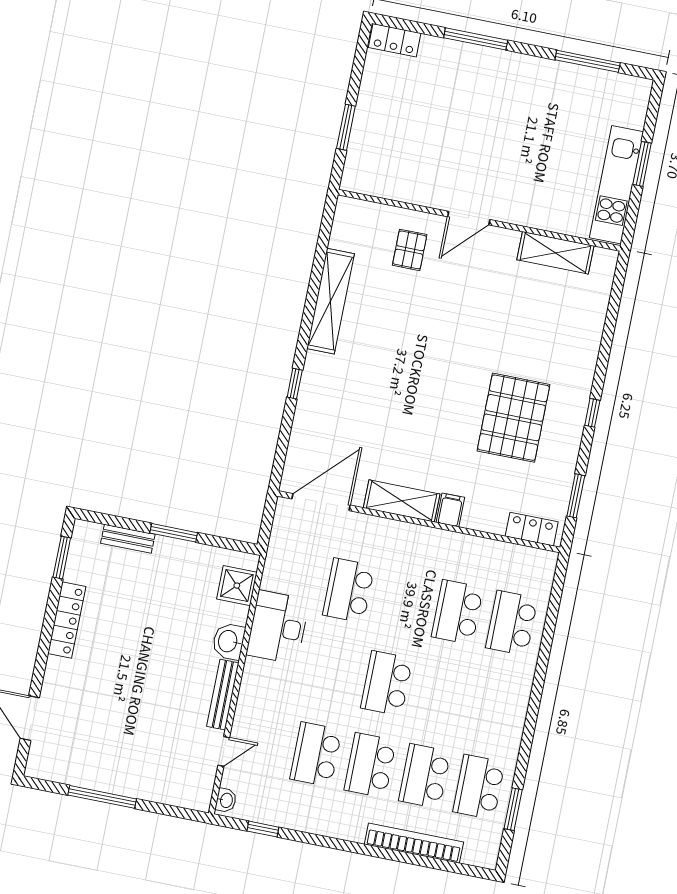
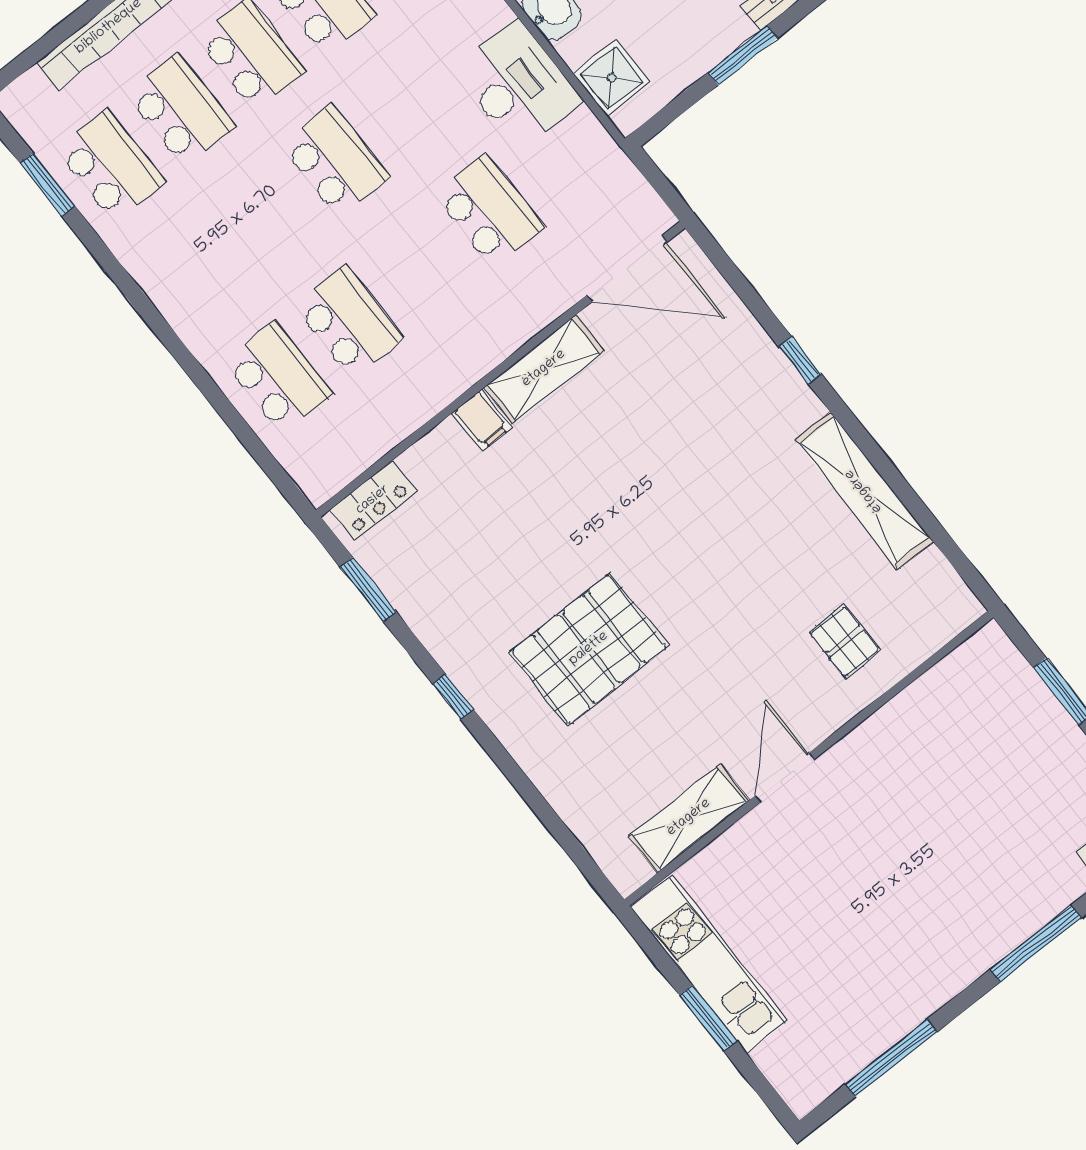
door: (469, 218) -> (785, 777), moved
pallet: (514, 418) -> (589, 649), moved, turned 90
door: (321, 502) -> (627, 269), hinge flipped

